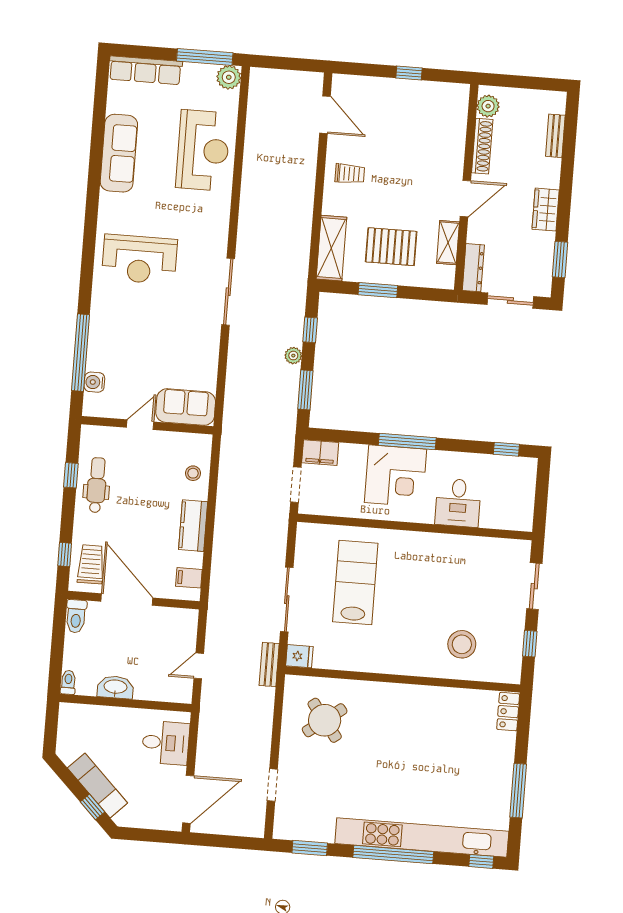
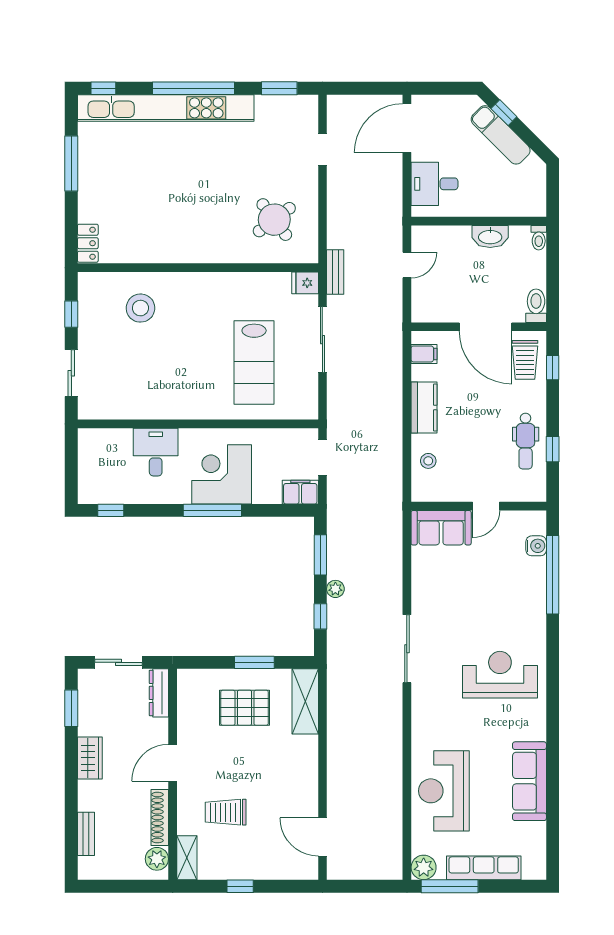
row of seats: (145, 70) -> (484, 868), moved
trolley: (350, 174) -> (226, 812), moved, width x1.36, depth x1.39
shelving: (448, 243) -> (187, 858), moved

